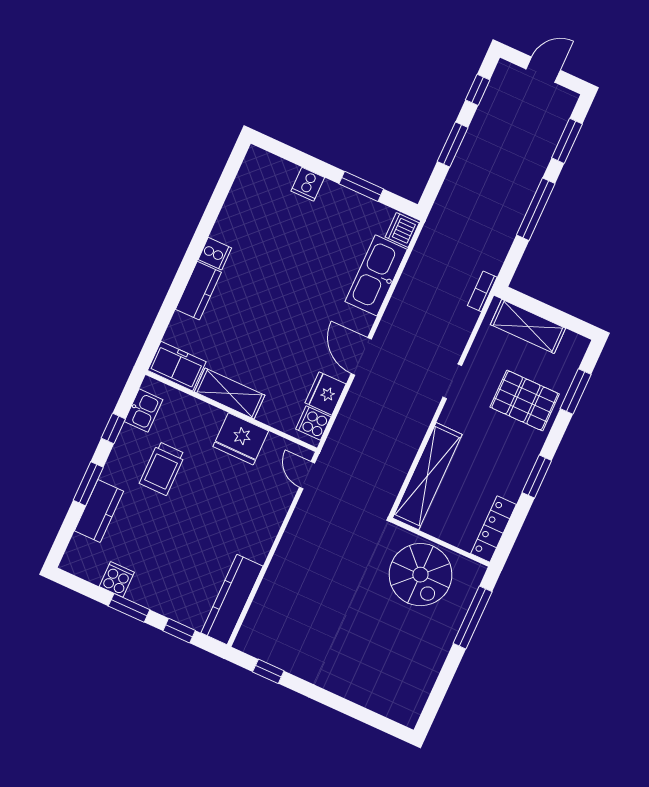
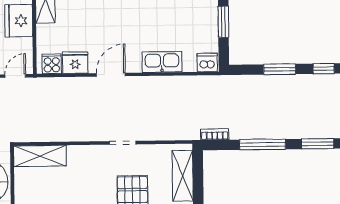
kitchen sink: (376, 275) -> (162, 62), width x0.73, depth x0.81
bookcase: (482, 291) -> (215, 134), moved
shelving: (427, 476) -> (40, 156), width x0.68

